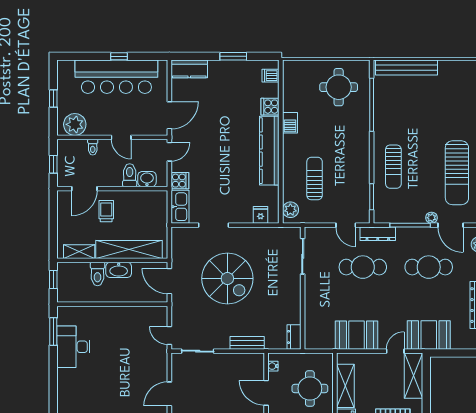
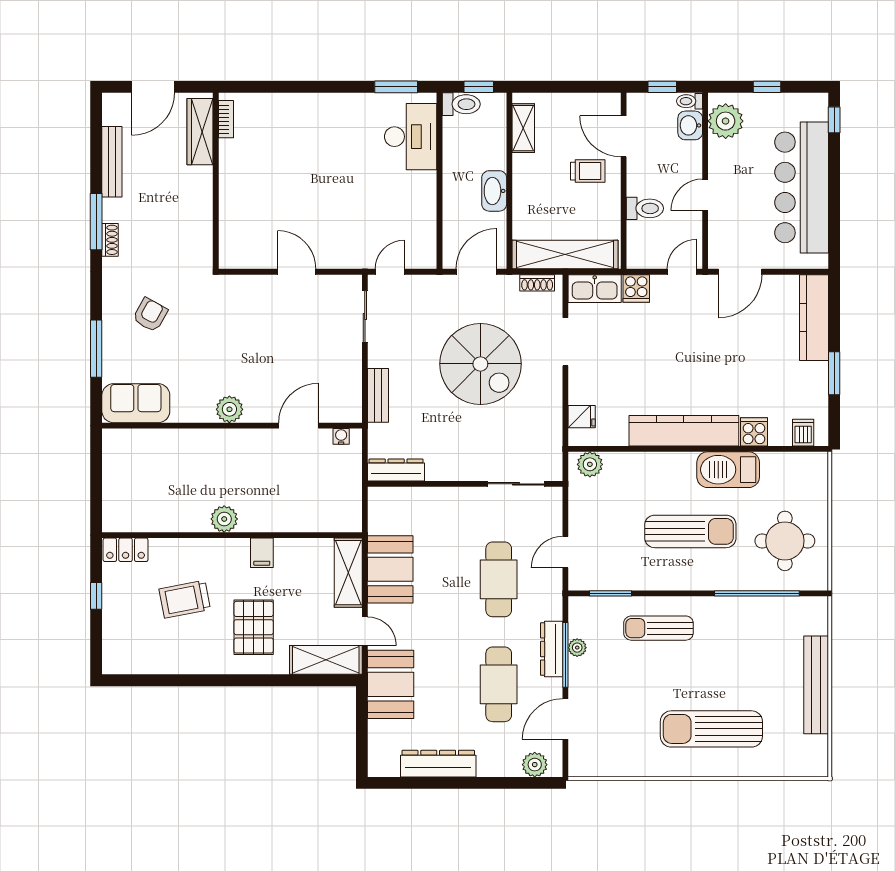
window: (119, 56) -> (834, 120), moved
bench: (406, 68) -> (816, 685), moved
kitchen counter: (189, 69) -> (814, 318), width x1.50
door: (169, 115) -> (740, 272), hinge flipped
barbecue: (290, 123) -> (728, 470), width x1.88, depth x1.53
toilet: (93, 147) -> (690, 101), moved
door: (169, 152) -> (682, 272), swing flipped
sun lounger: (457, 173) -> (711, 729), moved
washbasin: (147, 179) -> (690, 125), moved, turned 180
sun lounger: (315, 179) -> (690, 531), moved, width x1.36, depth x1.34
plant: (431, 218) -> (577, 648), moved
dresser: (378, 234) -> (552, 649), moved
shoe rack: (176, 243) -> (537, 283), added
shelving: (129, 249) -> (565, 255), moved, turned 90
toilet: (98, 274) -> (461, 104), moved, turned 180
spiral stairs: (227, 279) -> (480, 364), turned -90
dresser: (294, 337) -> (396, 470), width x1.44
desk: (73, 347) -> (411, 137), moved, turned 90
shelving: (345, 386) -> (348, 573), moved, turned 90
round table: (310, 389) -> (305, 495), removed

